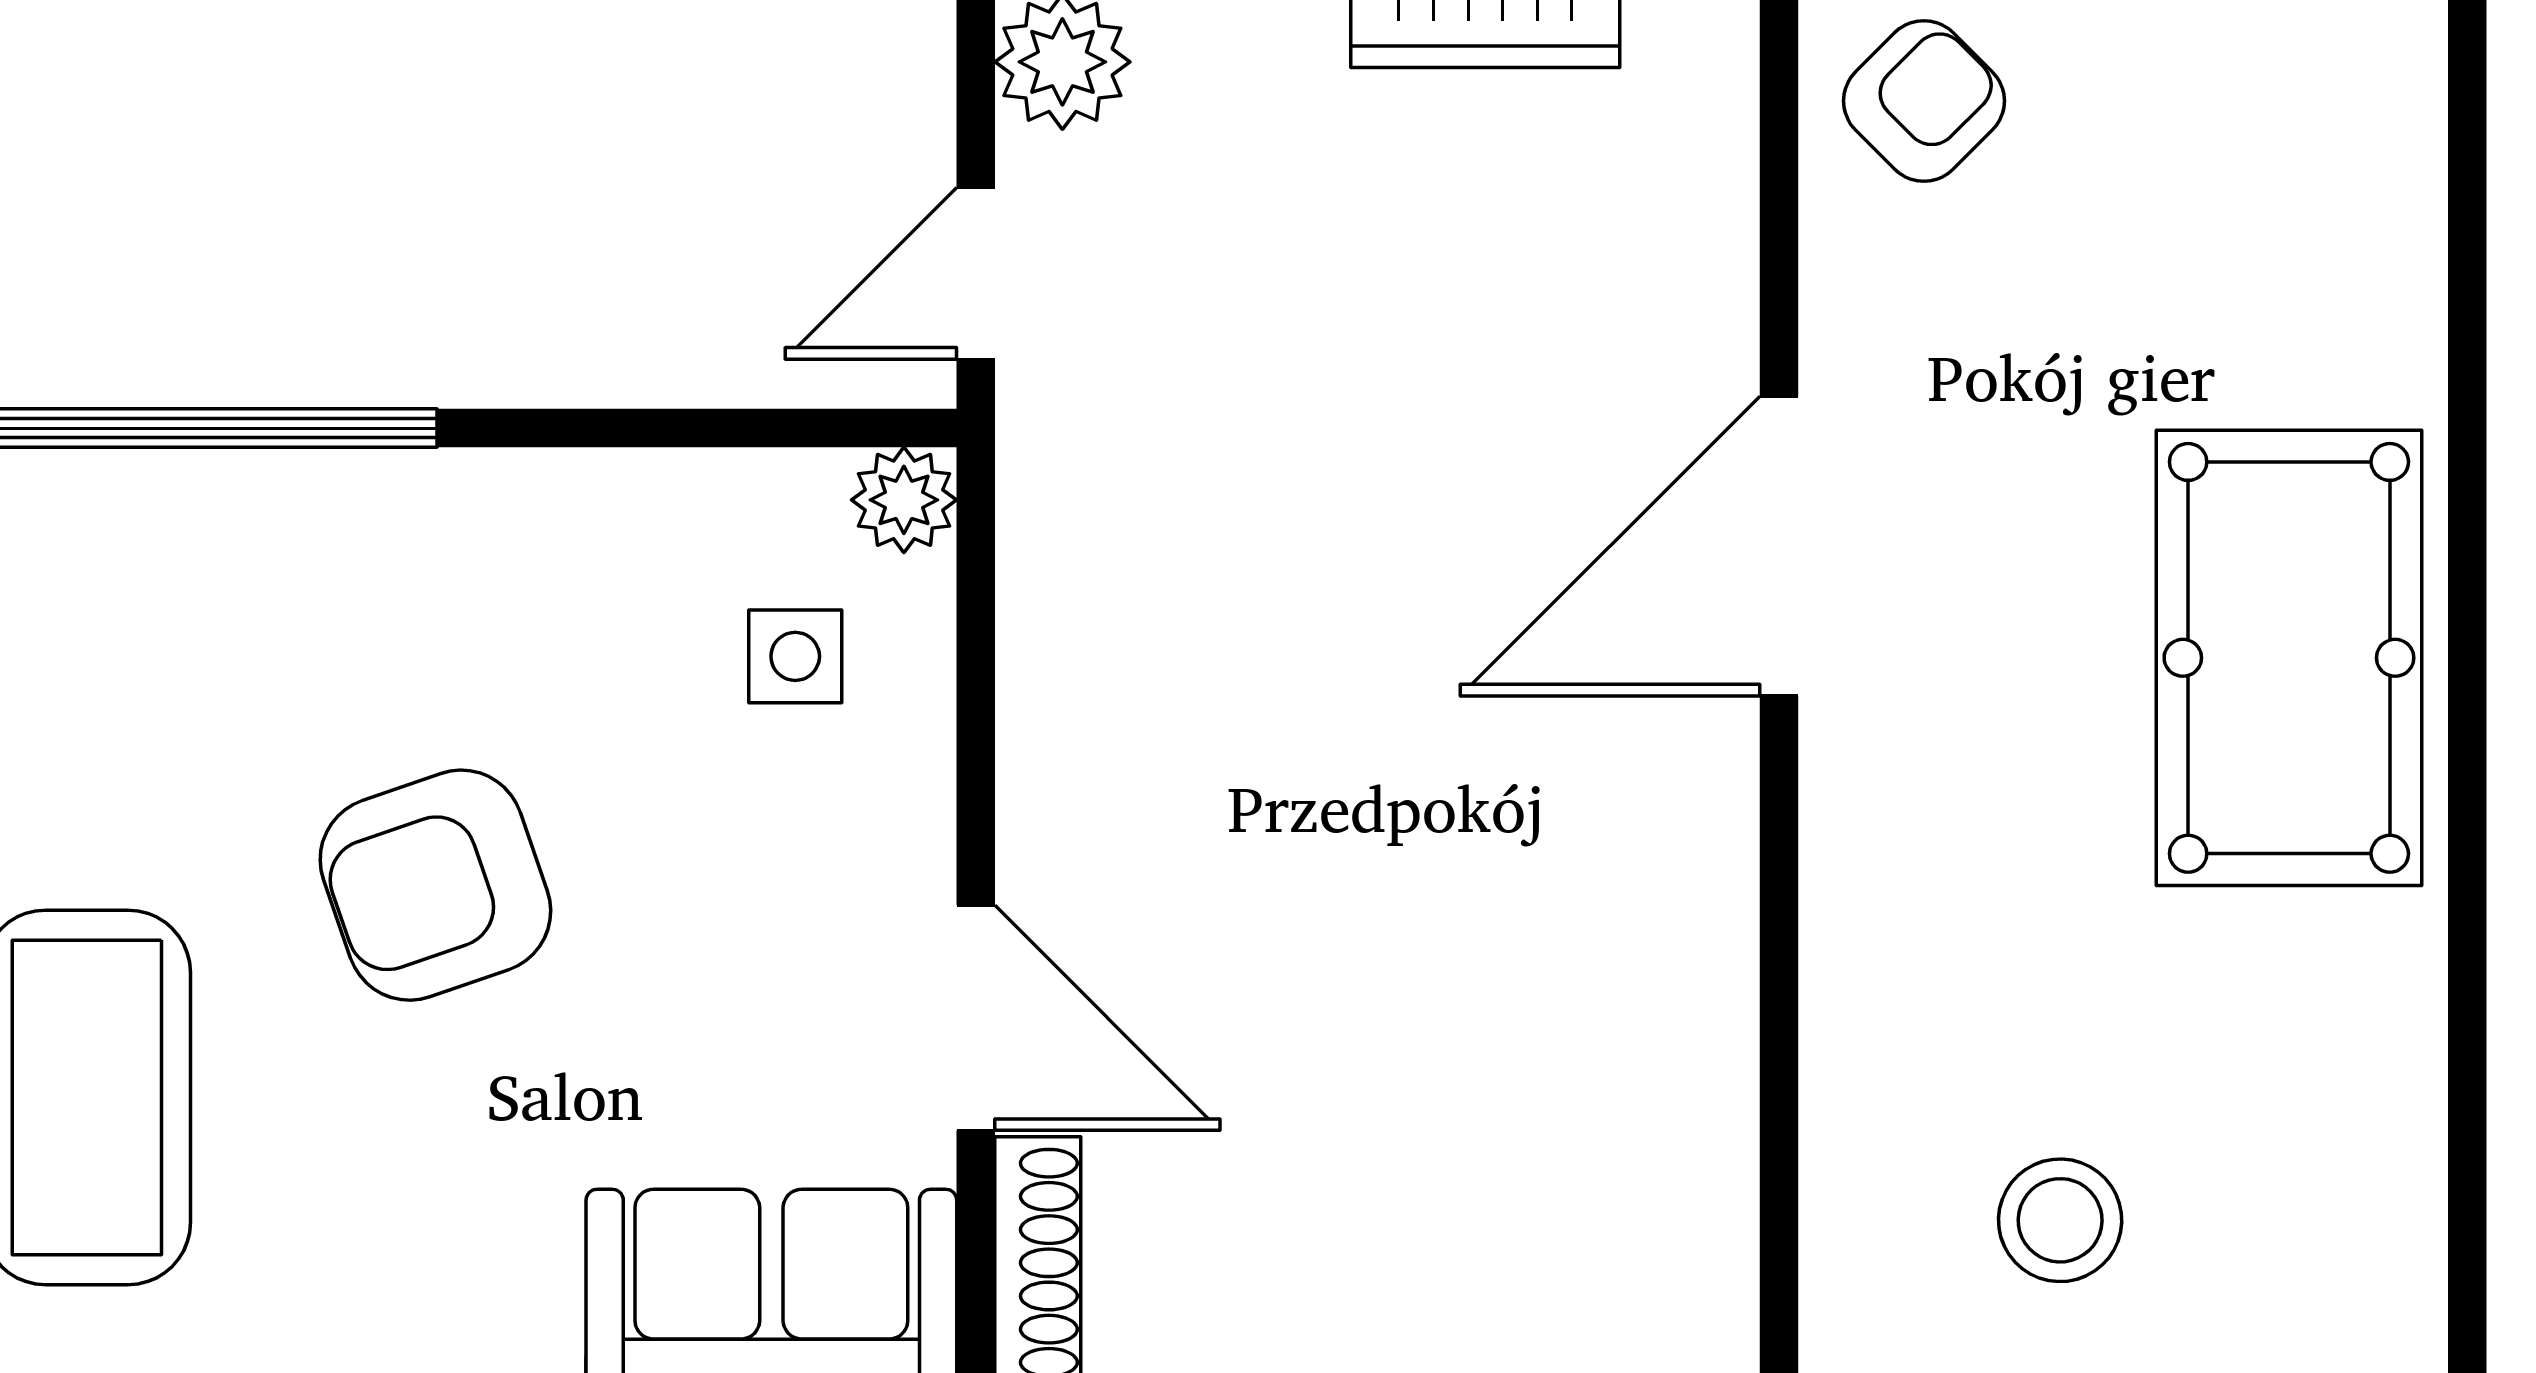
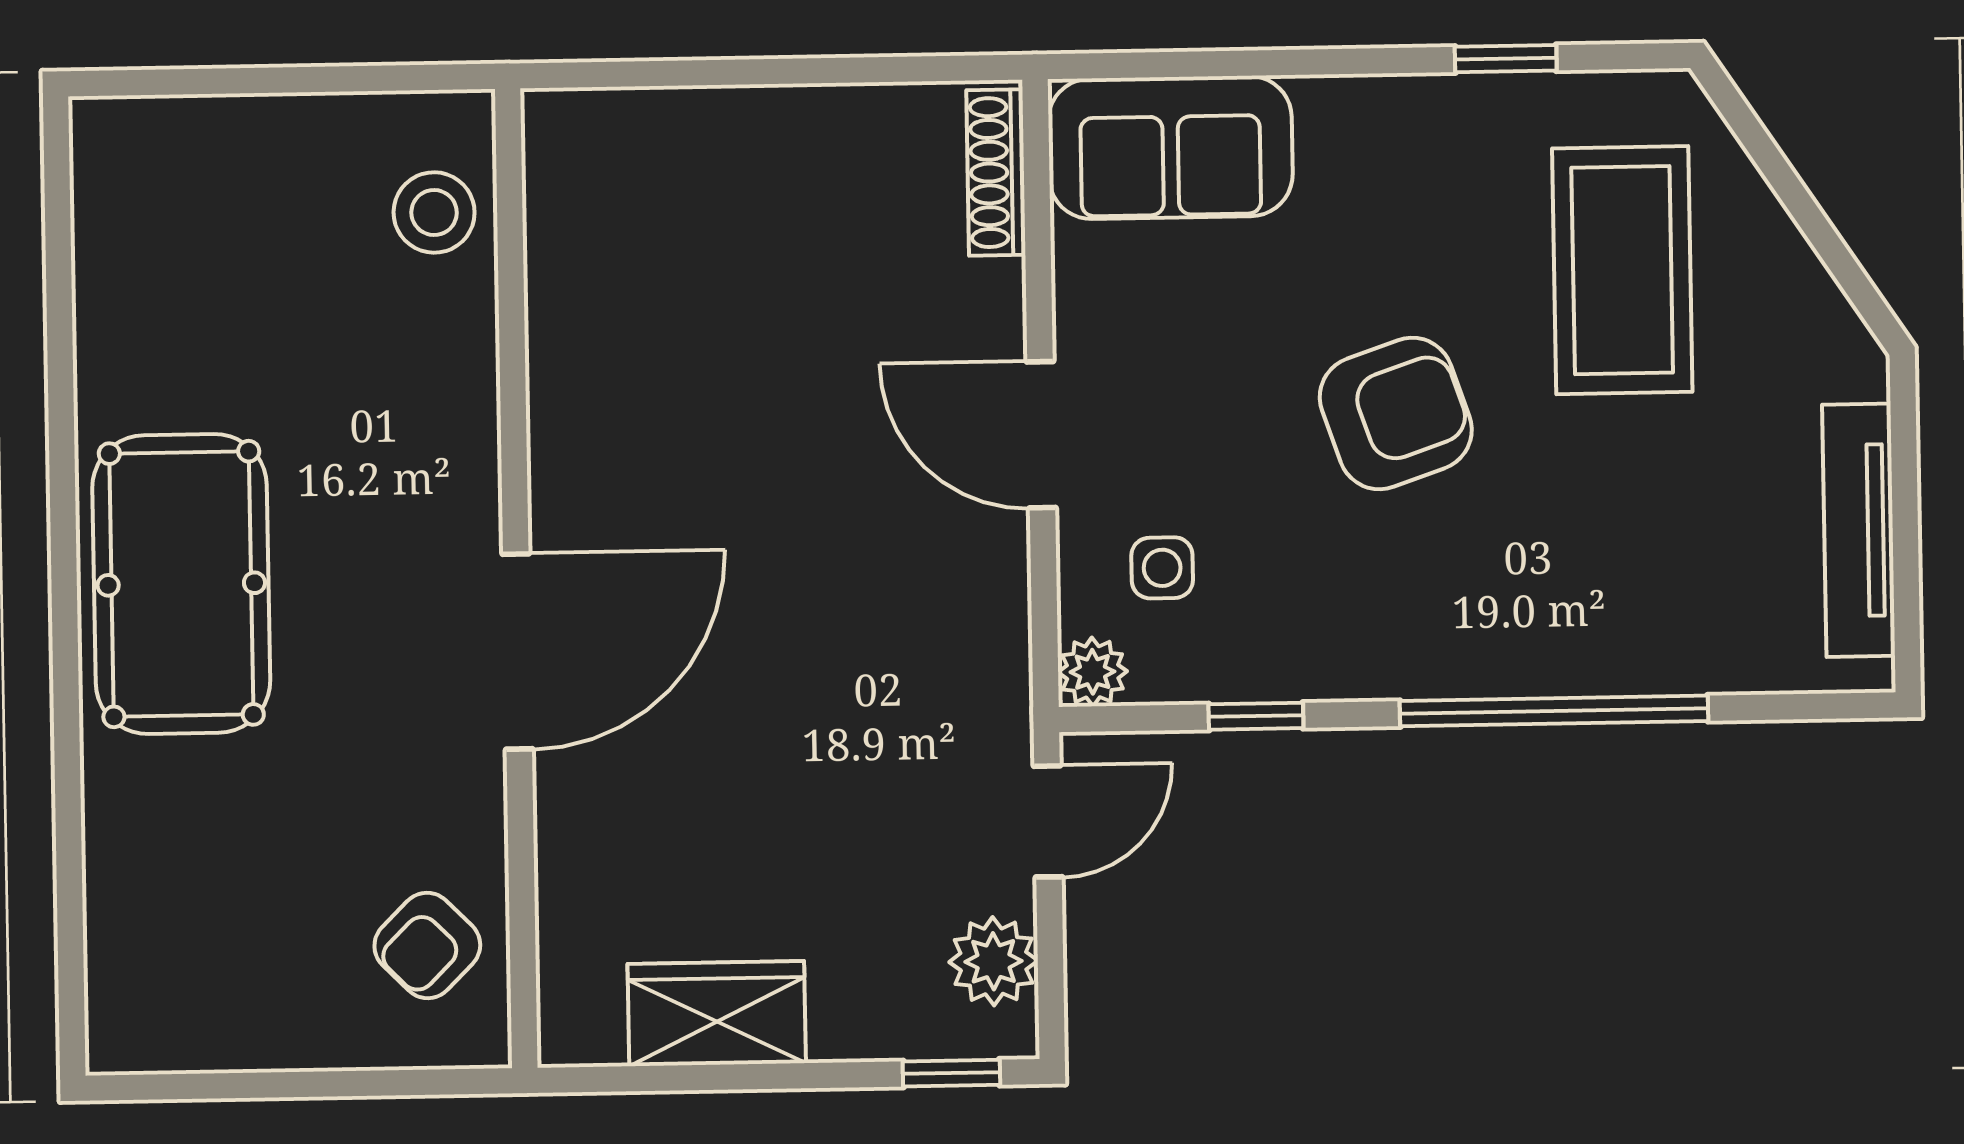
window: (656, 428) -> (1256, 716), added
door: (976, 1018) -> (1041, 435), moved
stool: (2060, 1220) -> (434, 212), moved

